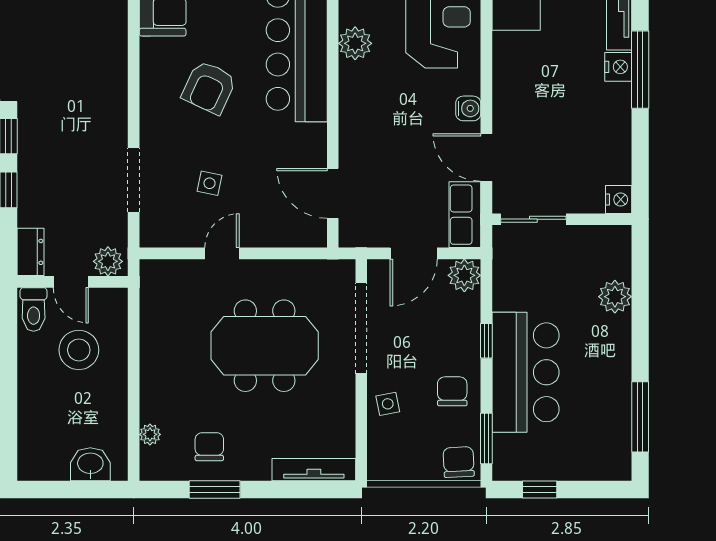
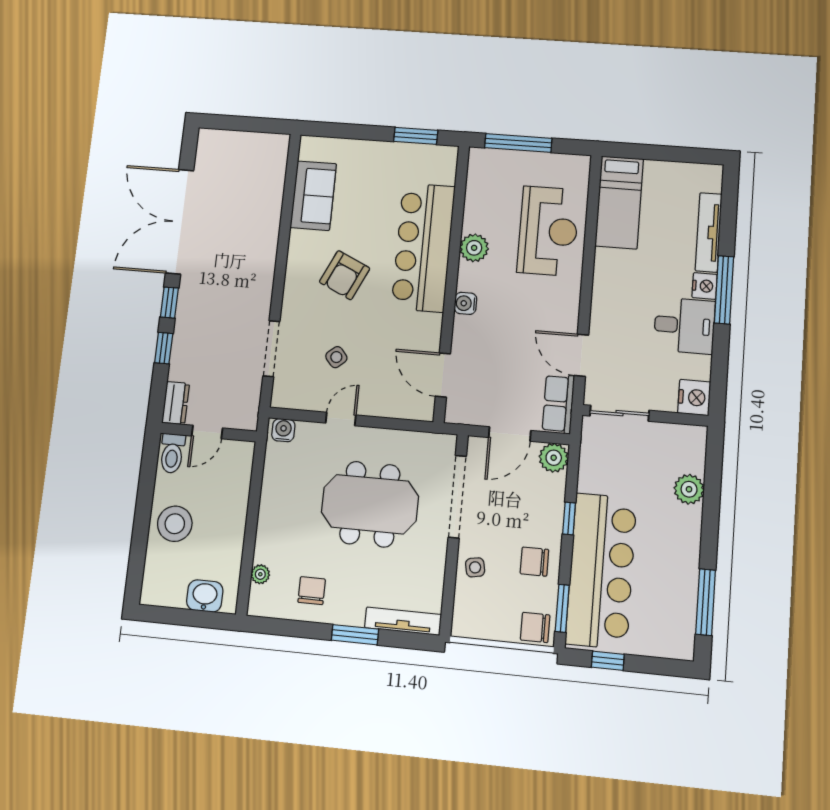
water cooler: (468, 108) -> (465, 303), moved, turned 180
desk: (599, 114) -> (684, 326), added
side table: (210, 183) -> (336, 357), turned 38
nightstand: (619, 200) -> (694, 397), width x1.36, depth x1.33
plant: (108, 261) -> (241, 417), removed
water cooler: (158, 272) -> (283, 430), added
door: (71, 282) -> (207, 432), hinge flipped
stool: (79, 350) -> (175, 524), moved
bar counter: (526, 372) -> (601, 571), width x1.36
chair: (452, 391) -> (534, 562), turned -90
chair: (459, 462) -> (535, 627), turned -87
window: (215, 489) -> (355, 635), moved

